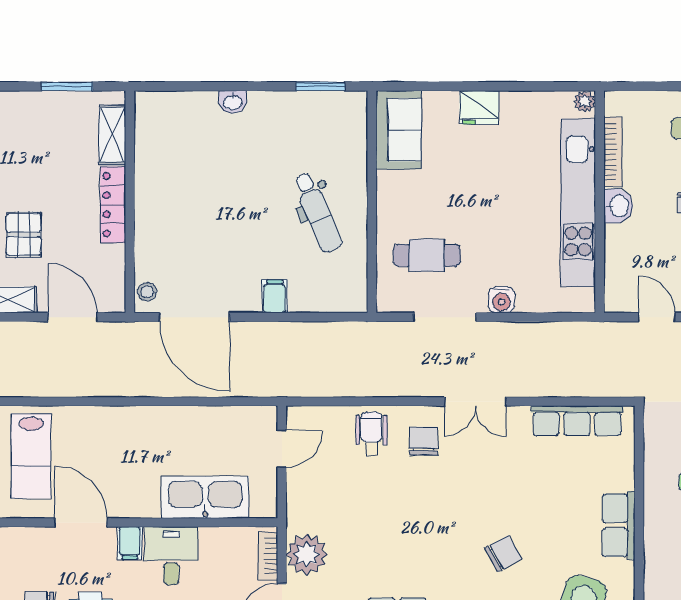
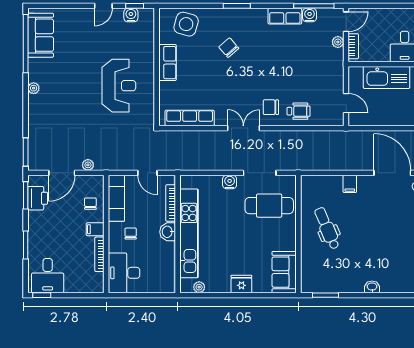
plant: (585, 101) -> (199, 287), moved
bookcase: (613, 152) -> (171, 203), moved
cafe table: (427, 255) -> (269, 206), width x1.37, depth x1.35
wheelchair: (371, 434) -> (299, 111), turned -90
chair: (424, 441) -> (271, 107), turned 90
door: (282, 449) -> (346, 103), swing flipped
plant: (307, 554) -> (338, 42), width x0.53, depth x0.53
chair: (503, 554) -> (229, 48), turned 78

